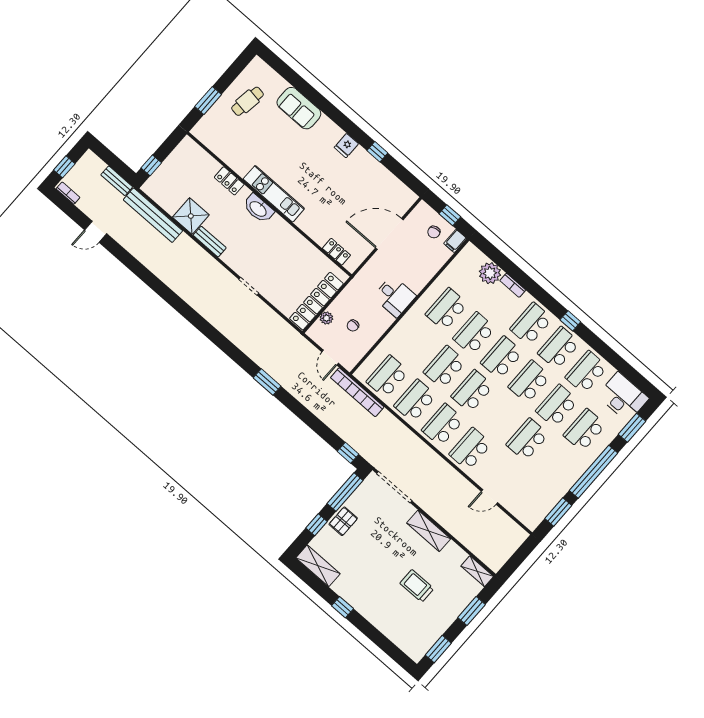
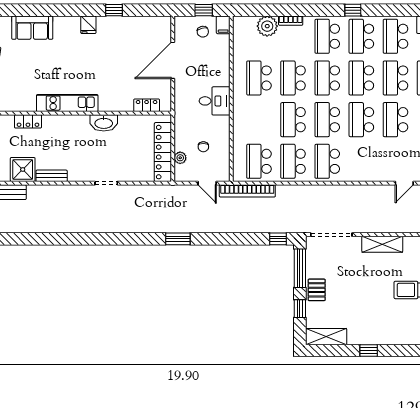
washbasin: (258, 209) -> (104, 123), moved
school desk: (470, 449) -> (361, 120), moved

